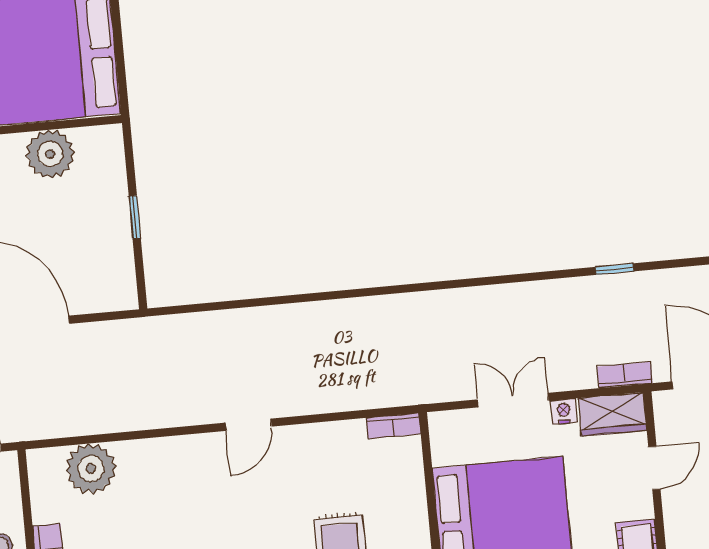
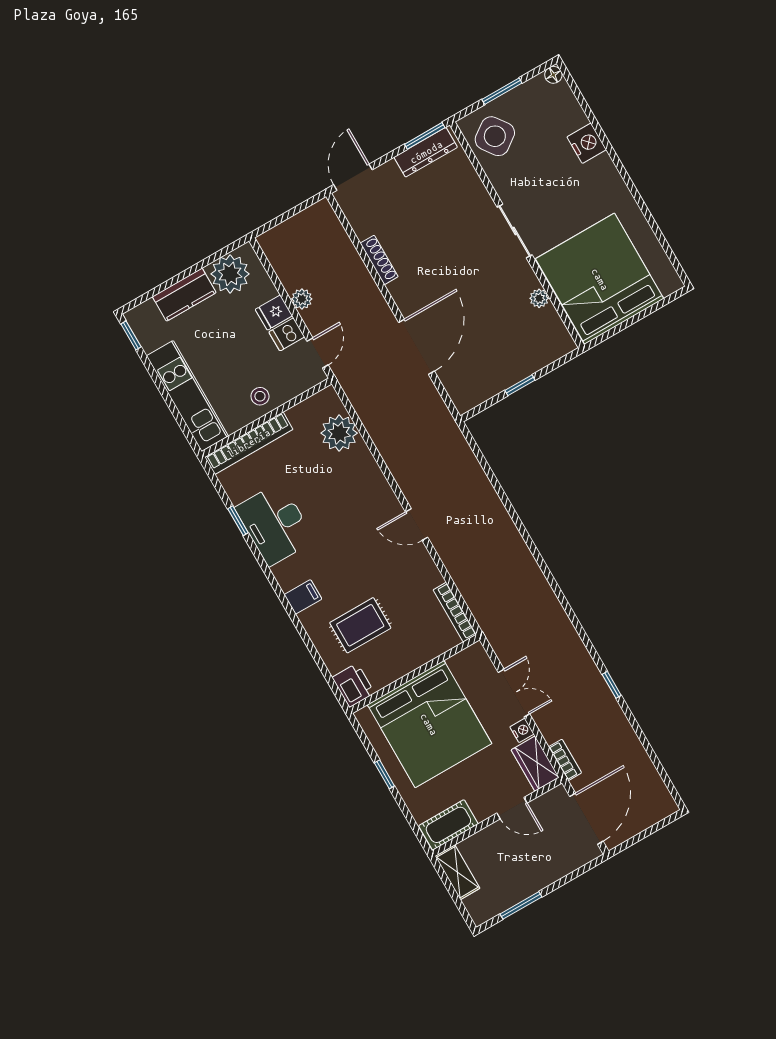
plant: (50, 154) -> (539, 298), width x0.53, depth x0.53
window: (615, 269) -> (612, 685), moved
bookcase: (394, 426) -> (455, 612), width x1.56

